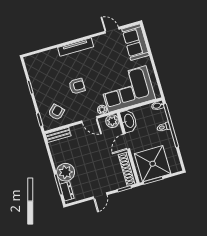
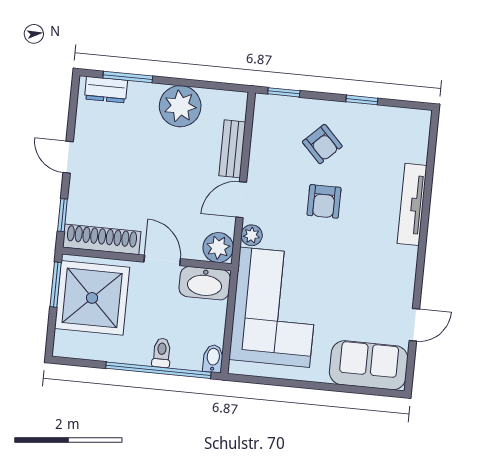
tv unit: (76, 47) -> (412, 204), moved
armchair: (56, 112) -> (322, 144), moved
bench: (58, 135) -> (232, 149), moved
plant: (66, 172) -> (180, 106), moved

